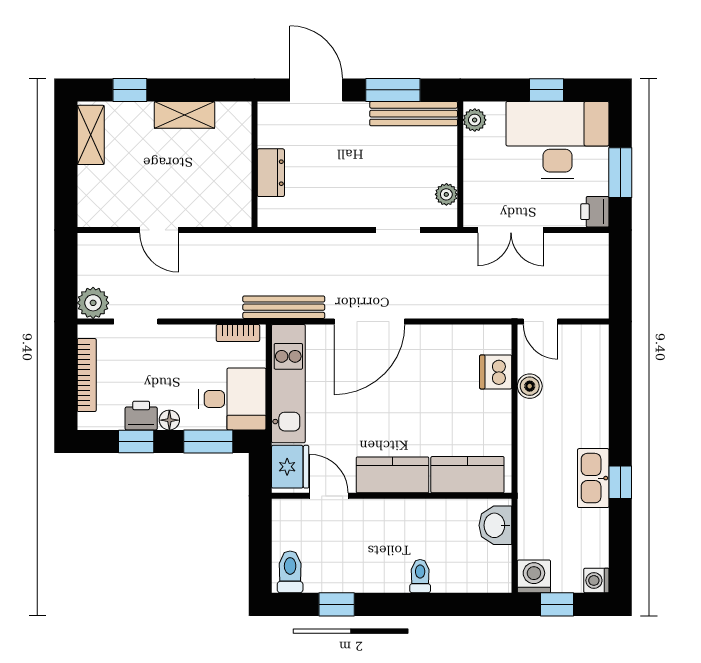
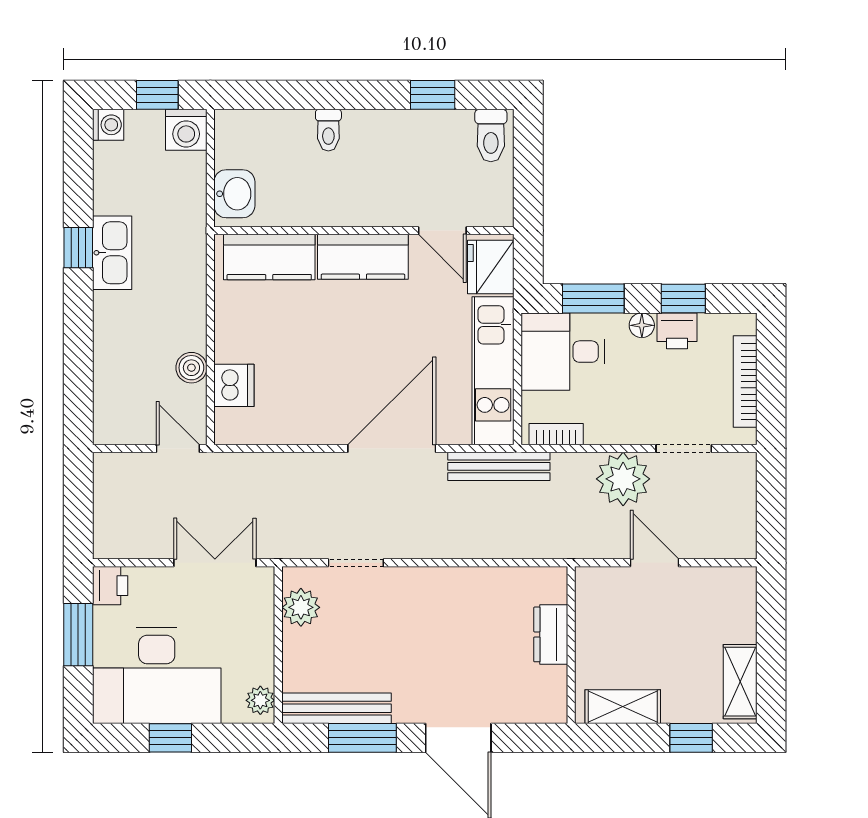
wall: (254, 164) -> (571, 645), moved
dresser: (271, 173) -> (551, 634), moved
plant: (446, 194) -> (301, 607), width x1.38, depth x1.38
plant: (93, 303) -> (623, 479), moved, width x1.36, depth x1.36

